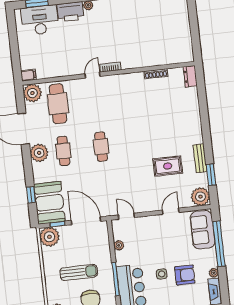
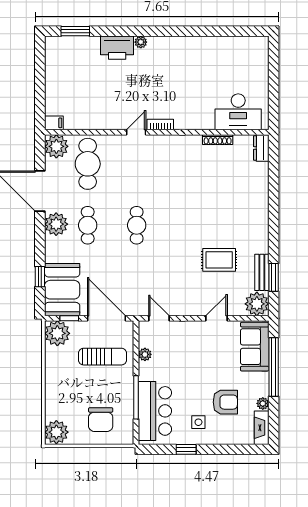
desk: (40, 20) -> (238, 112), moved, turned 180
bench: (200, 158) -> (262, 272), moved
sun lounger: (79, 272) -> (103, 357), moved
side table: (162, 274) -> (198, 422), moved

